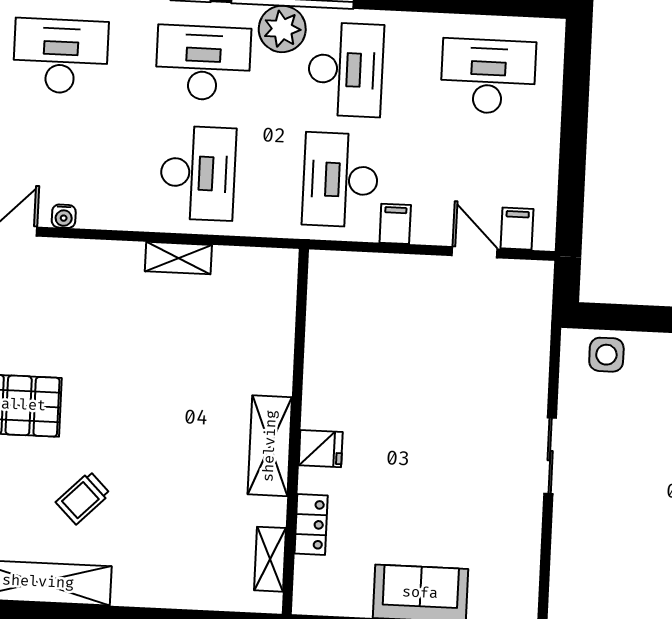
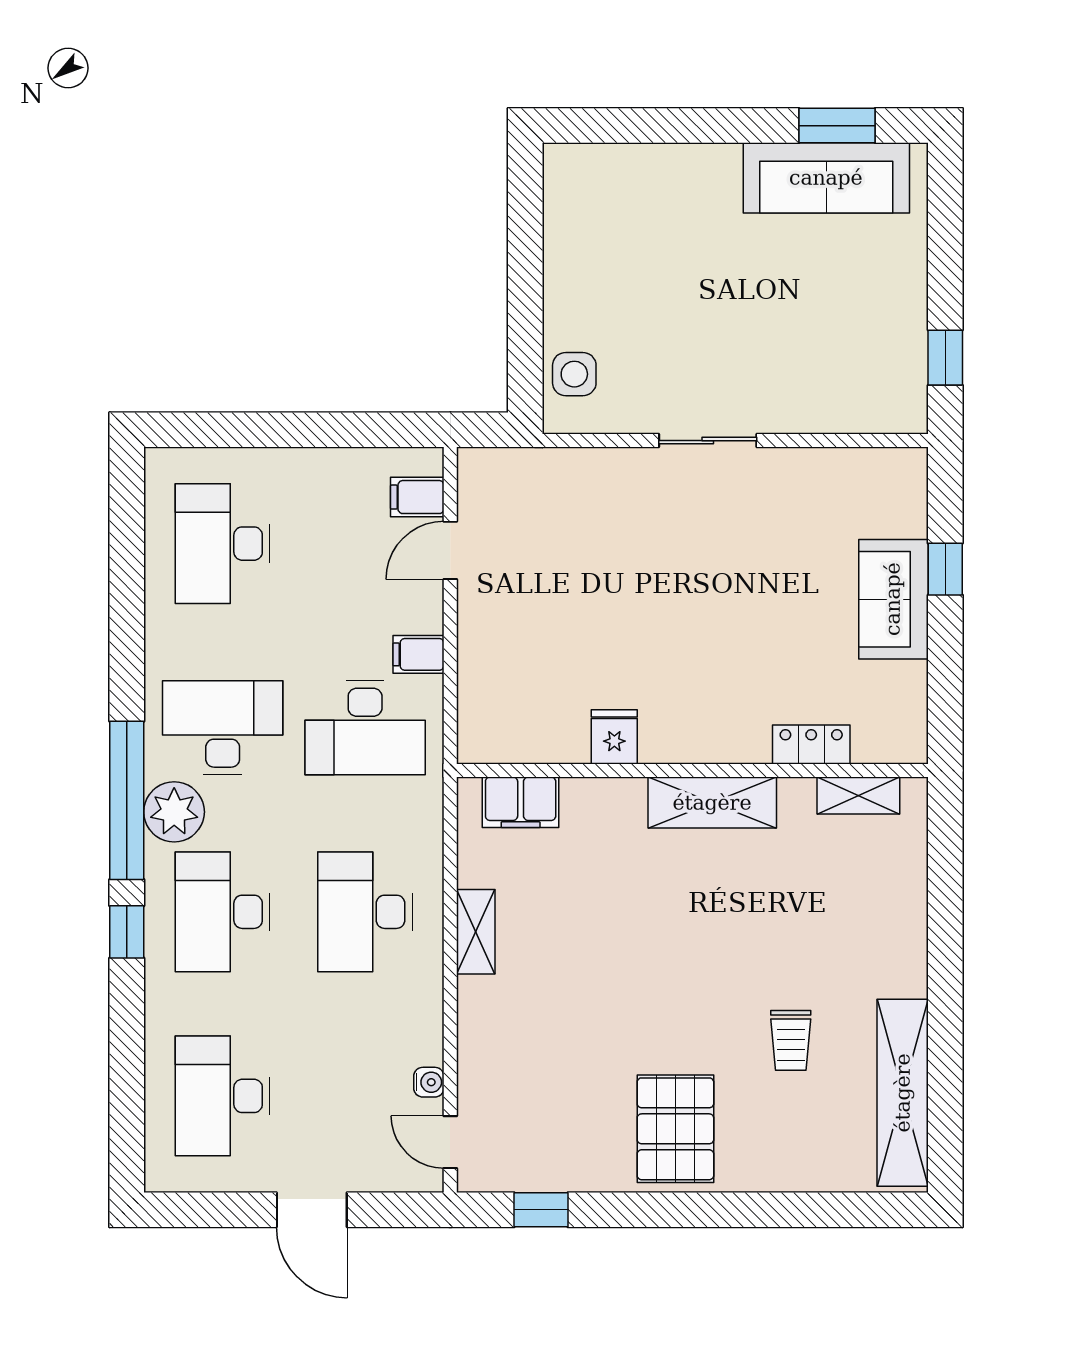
desk: (198, 173) -> (365, 912), turned -90
filing cabinet: (277, 297) -> (521, 802), added
fridge: (321, 449) -> (614, 737), moved
trolley: (83, 498) -> (791, 1040), turned 45

